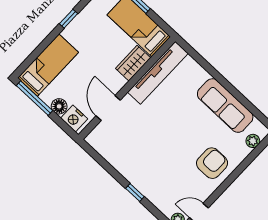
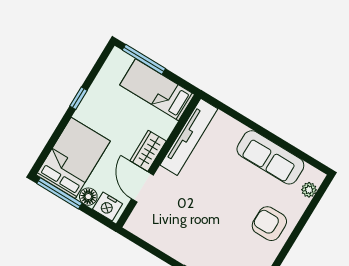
wardrobe: (133, 63) -> (148, 151), moved
bed: (48, 65) -> (73, 158), width x1.50
armchair: (212, 163) -> (269, 224), turned -90

